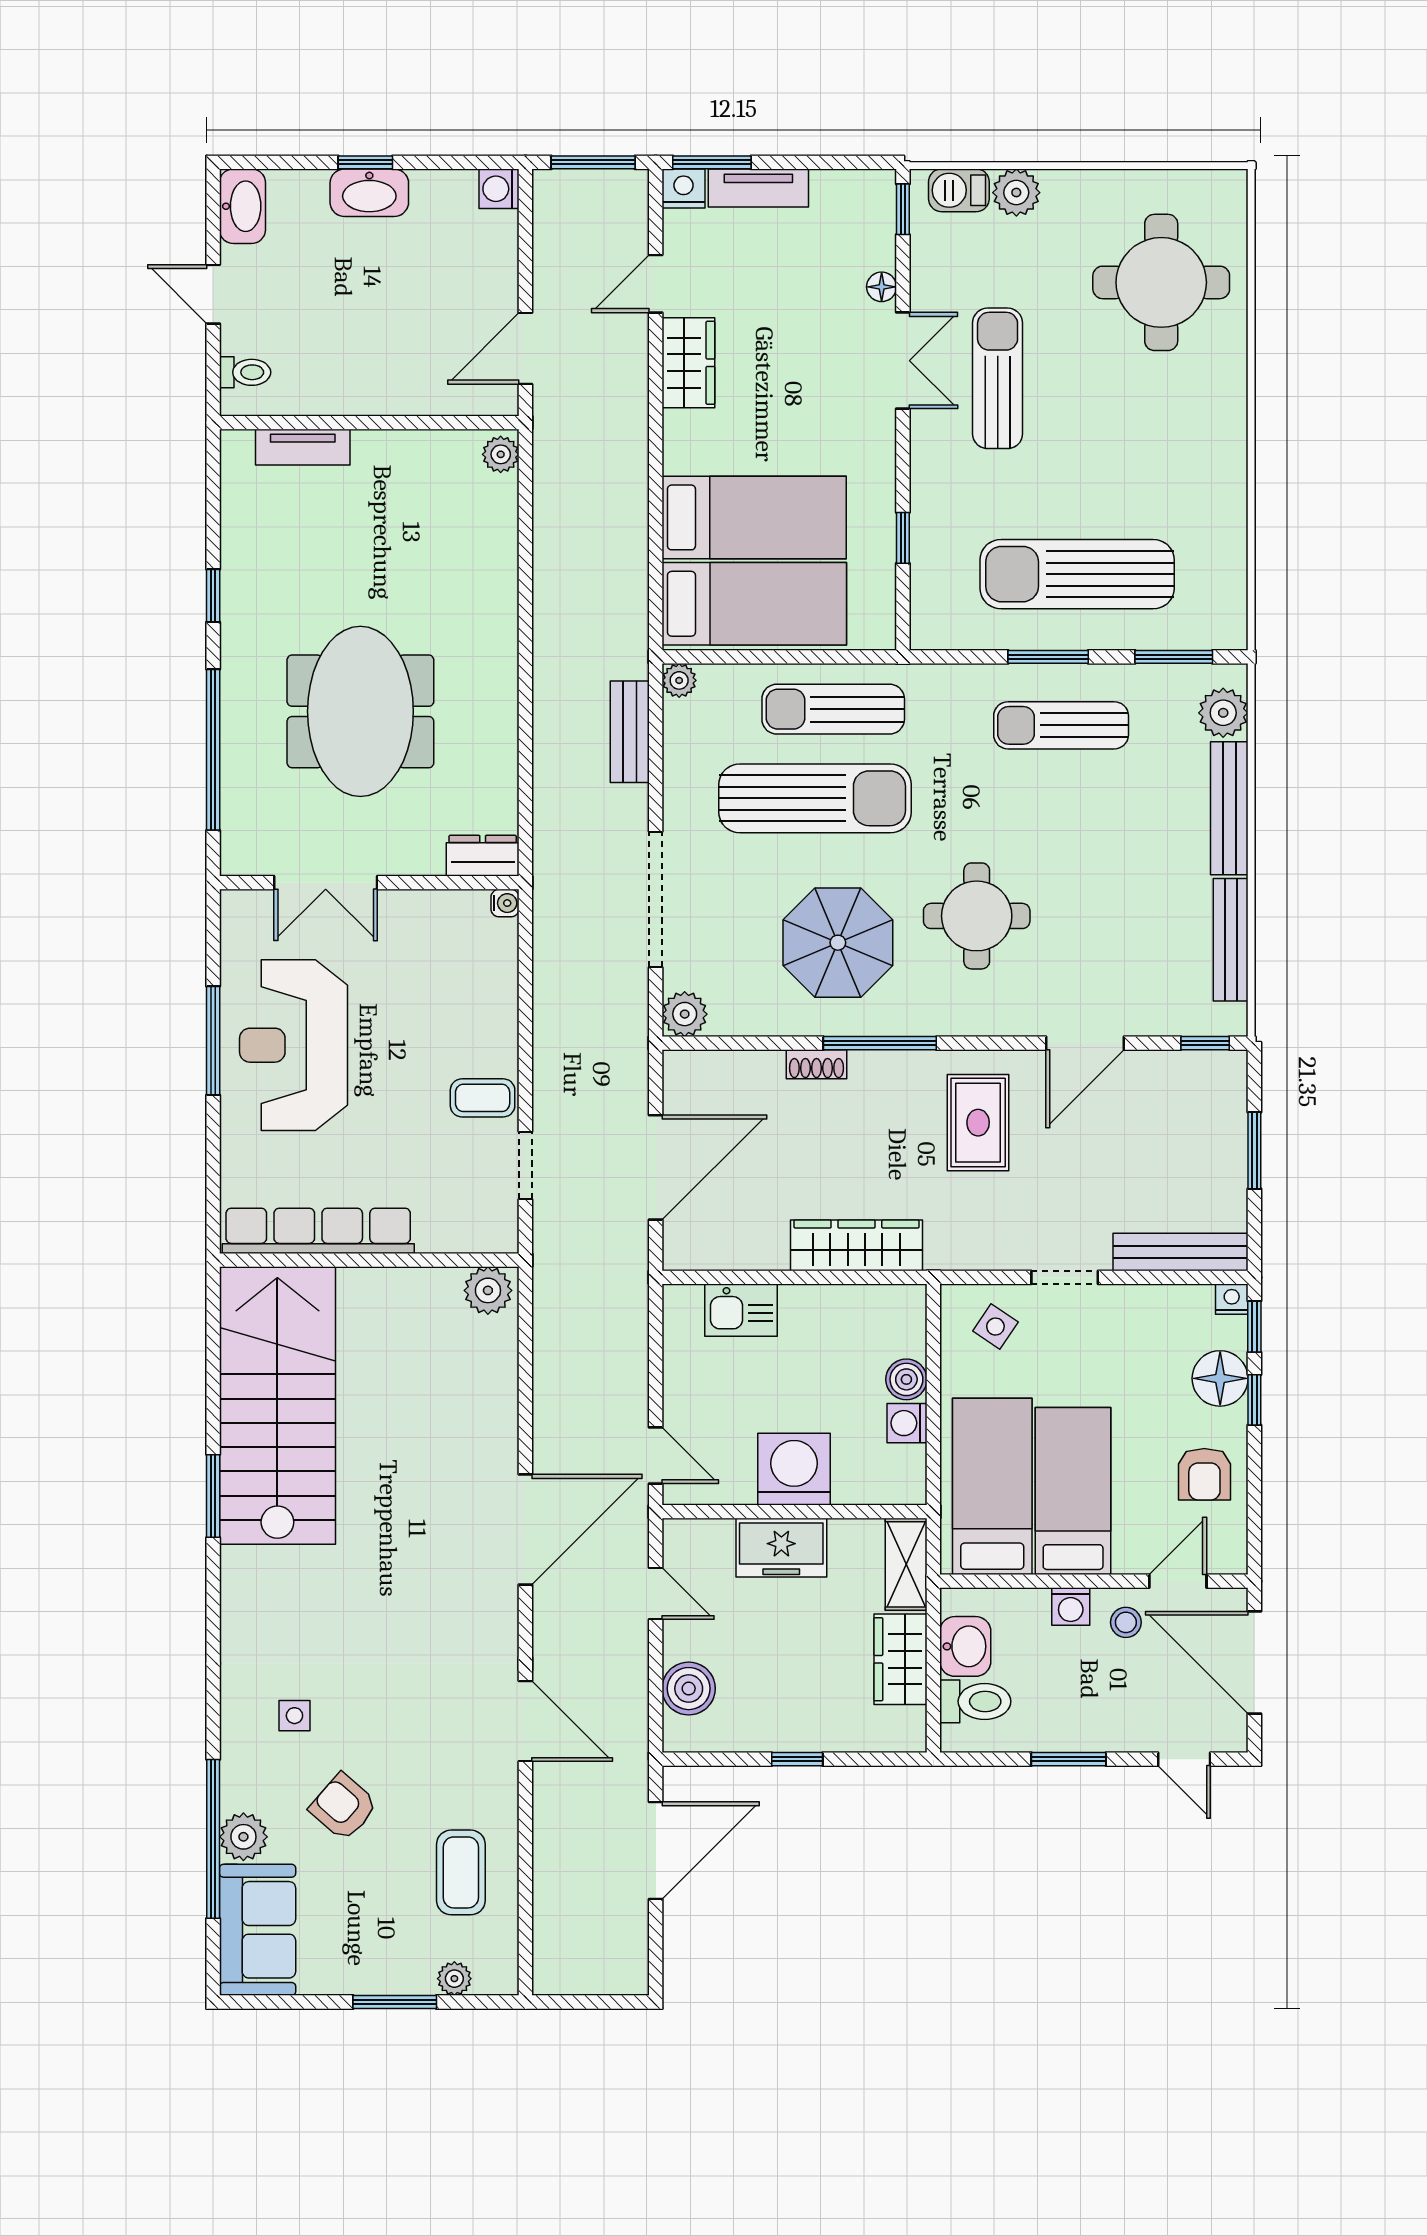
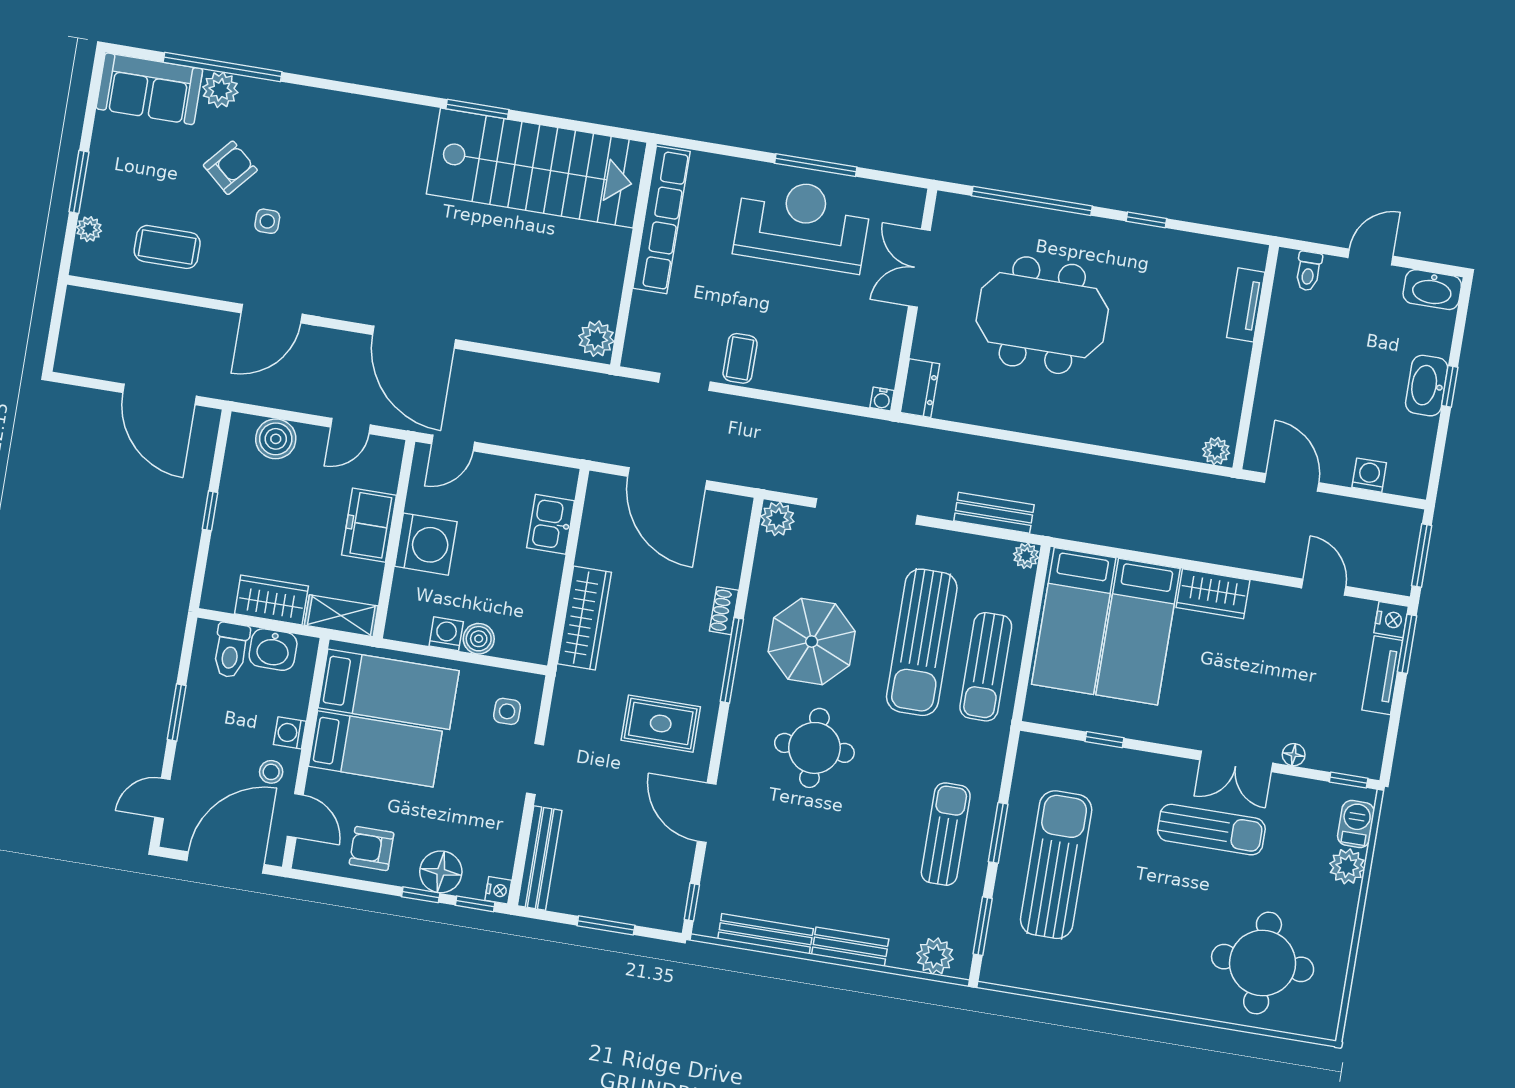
washing machine: (499, 189) -> (1369, 475), moved
wardrobe: (688, 363) -> (1213, 594), moved
sun lounger: (833, 709) -> (986, 667), turned 180
bench: (1229, 808) -> (850, 947), width x0.73
side table: (995, 1327) -> (507, 711), turned -34
side table: (294, 1716) -> (267, 221), moved

